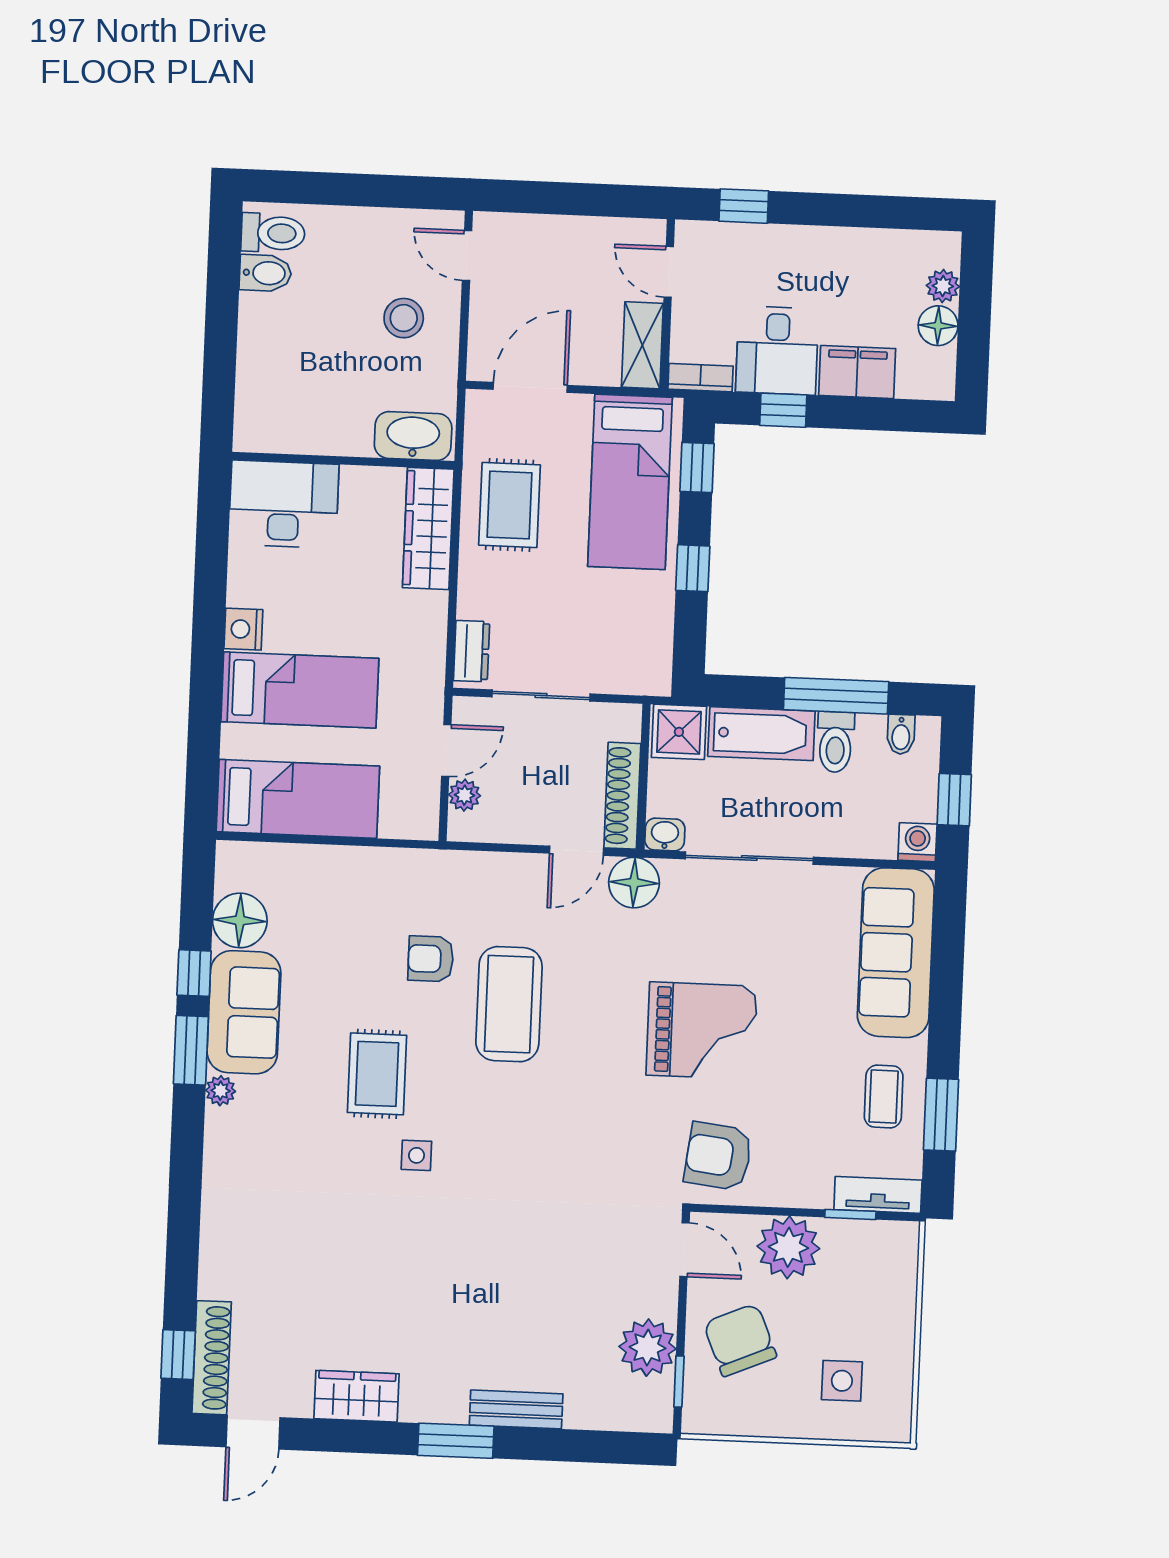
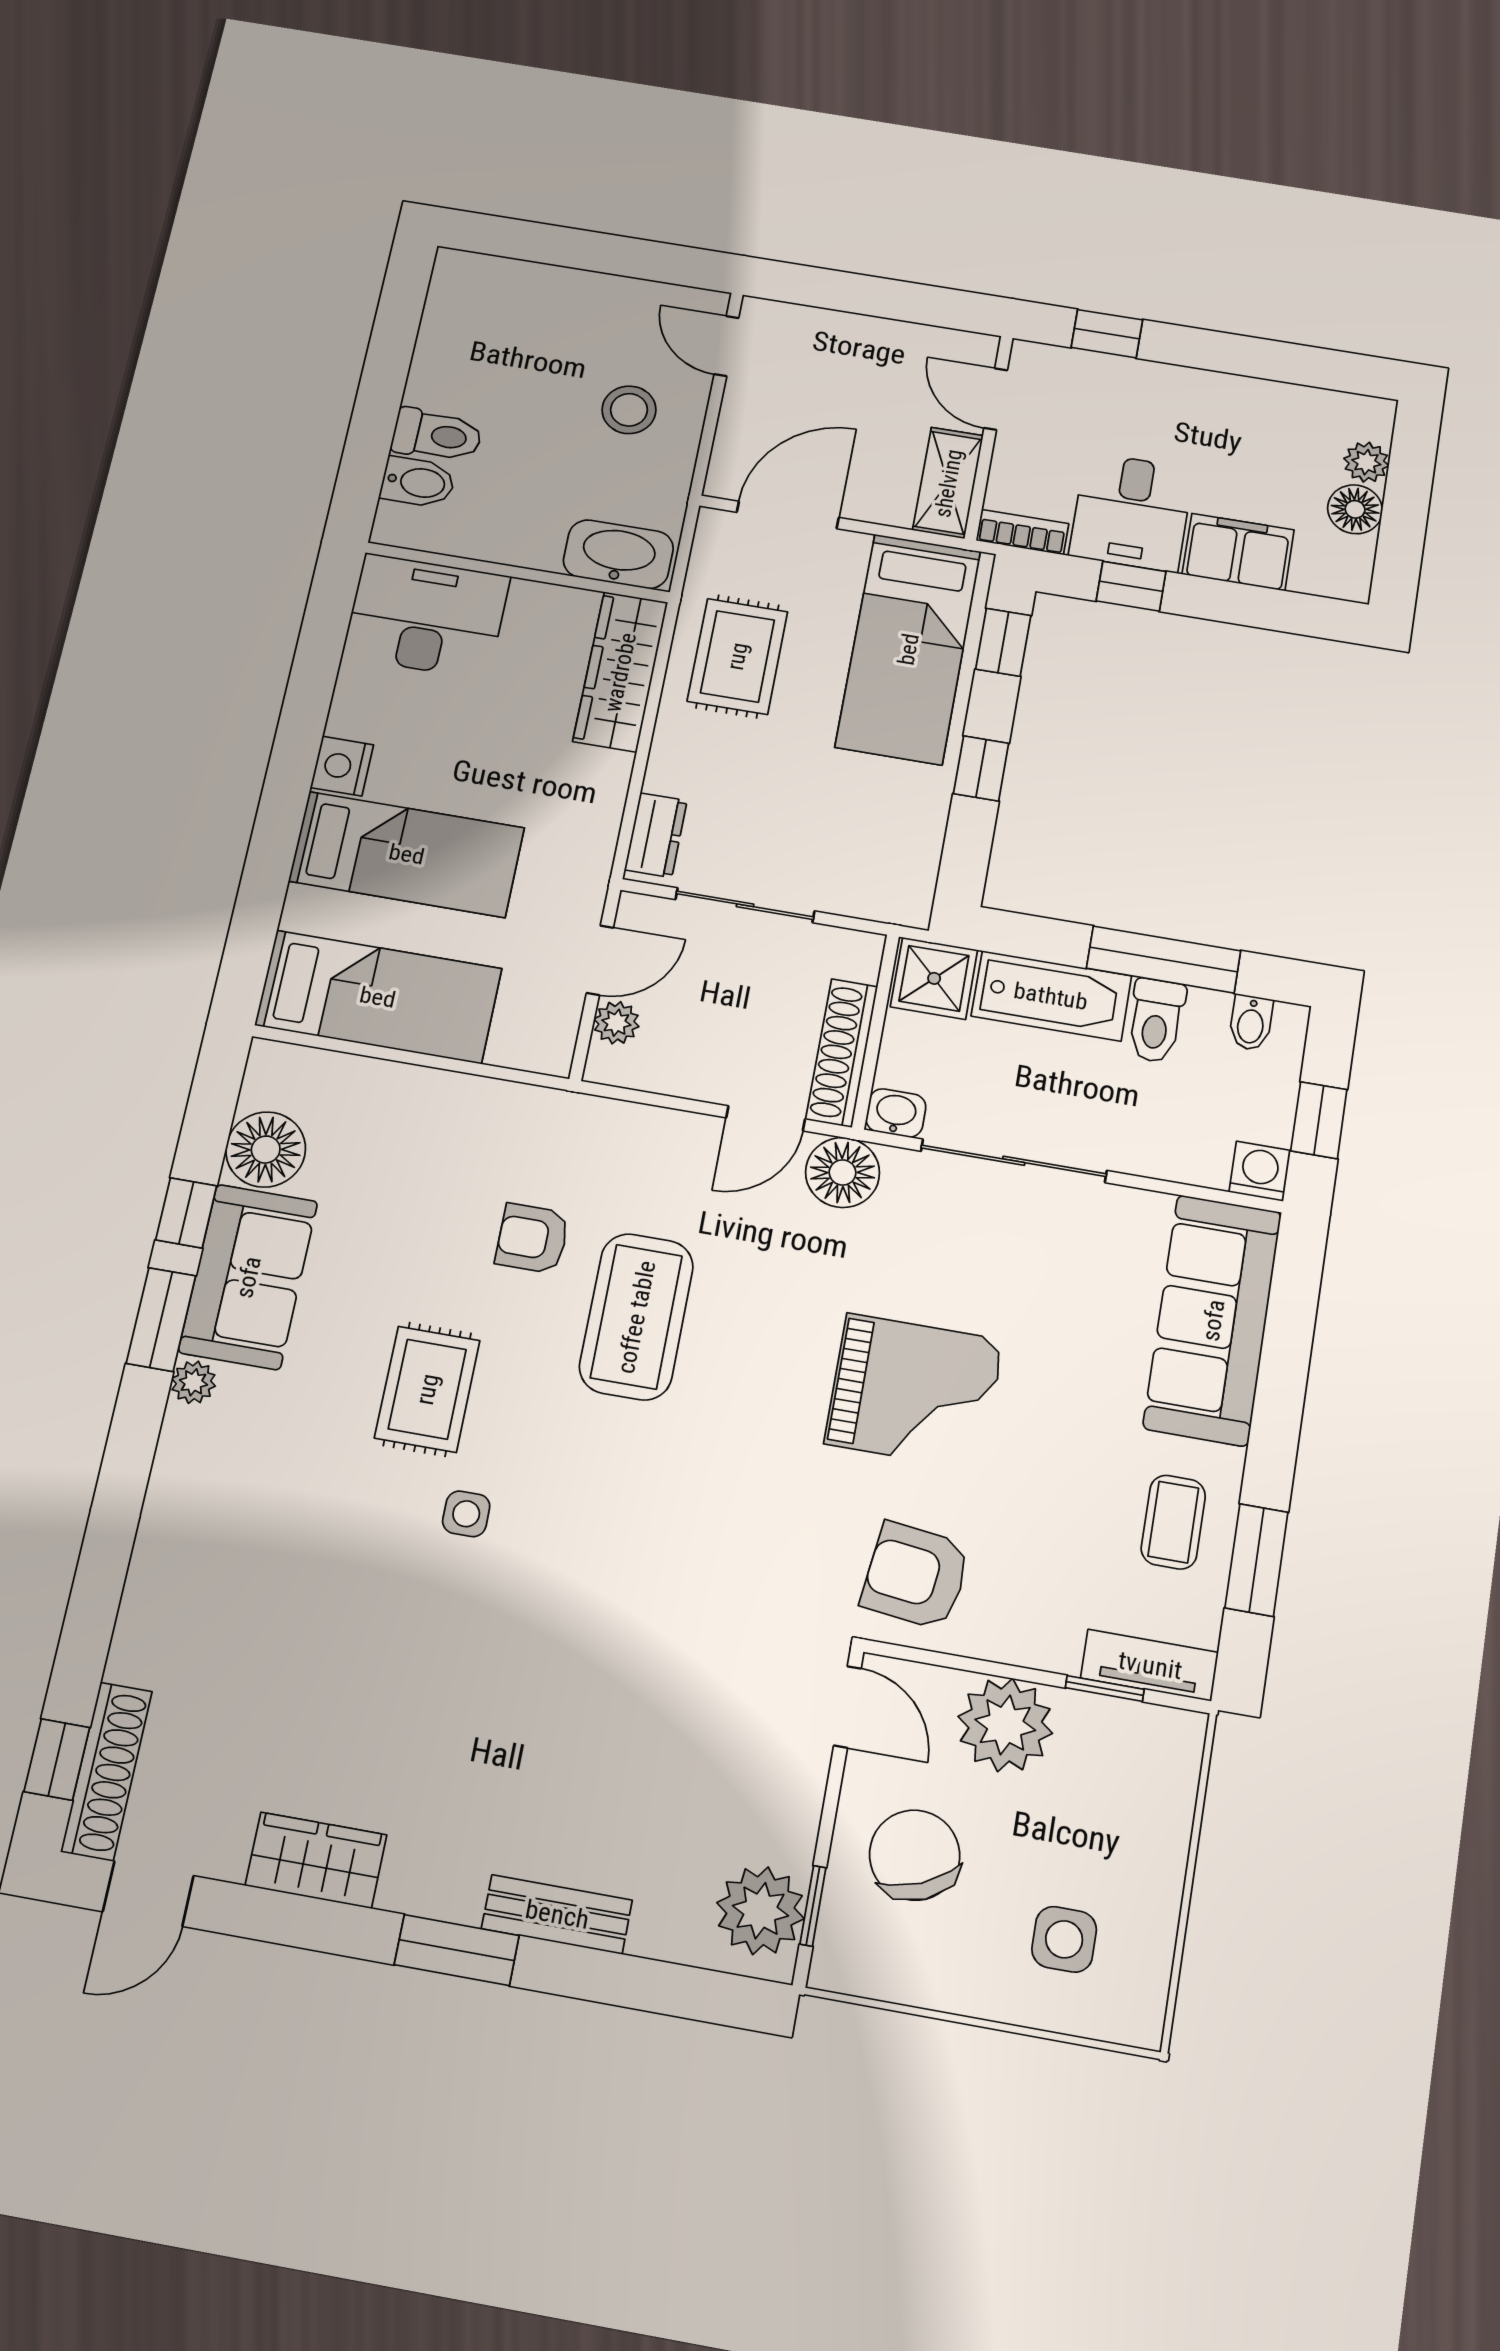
toilet: (273, 233) -> (437, 435), moved
bidet: (265, 273) -> (418, 482), moved
plant: (648, 1348) -> (760, 1911), moved

